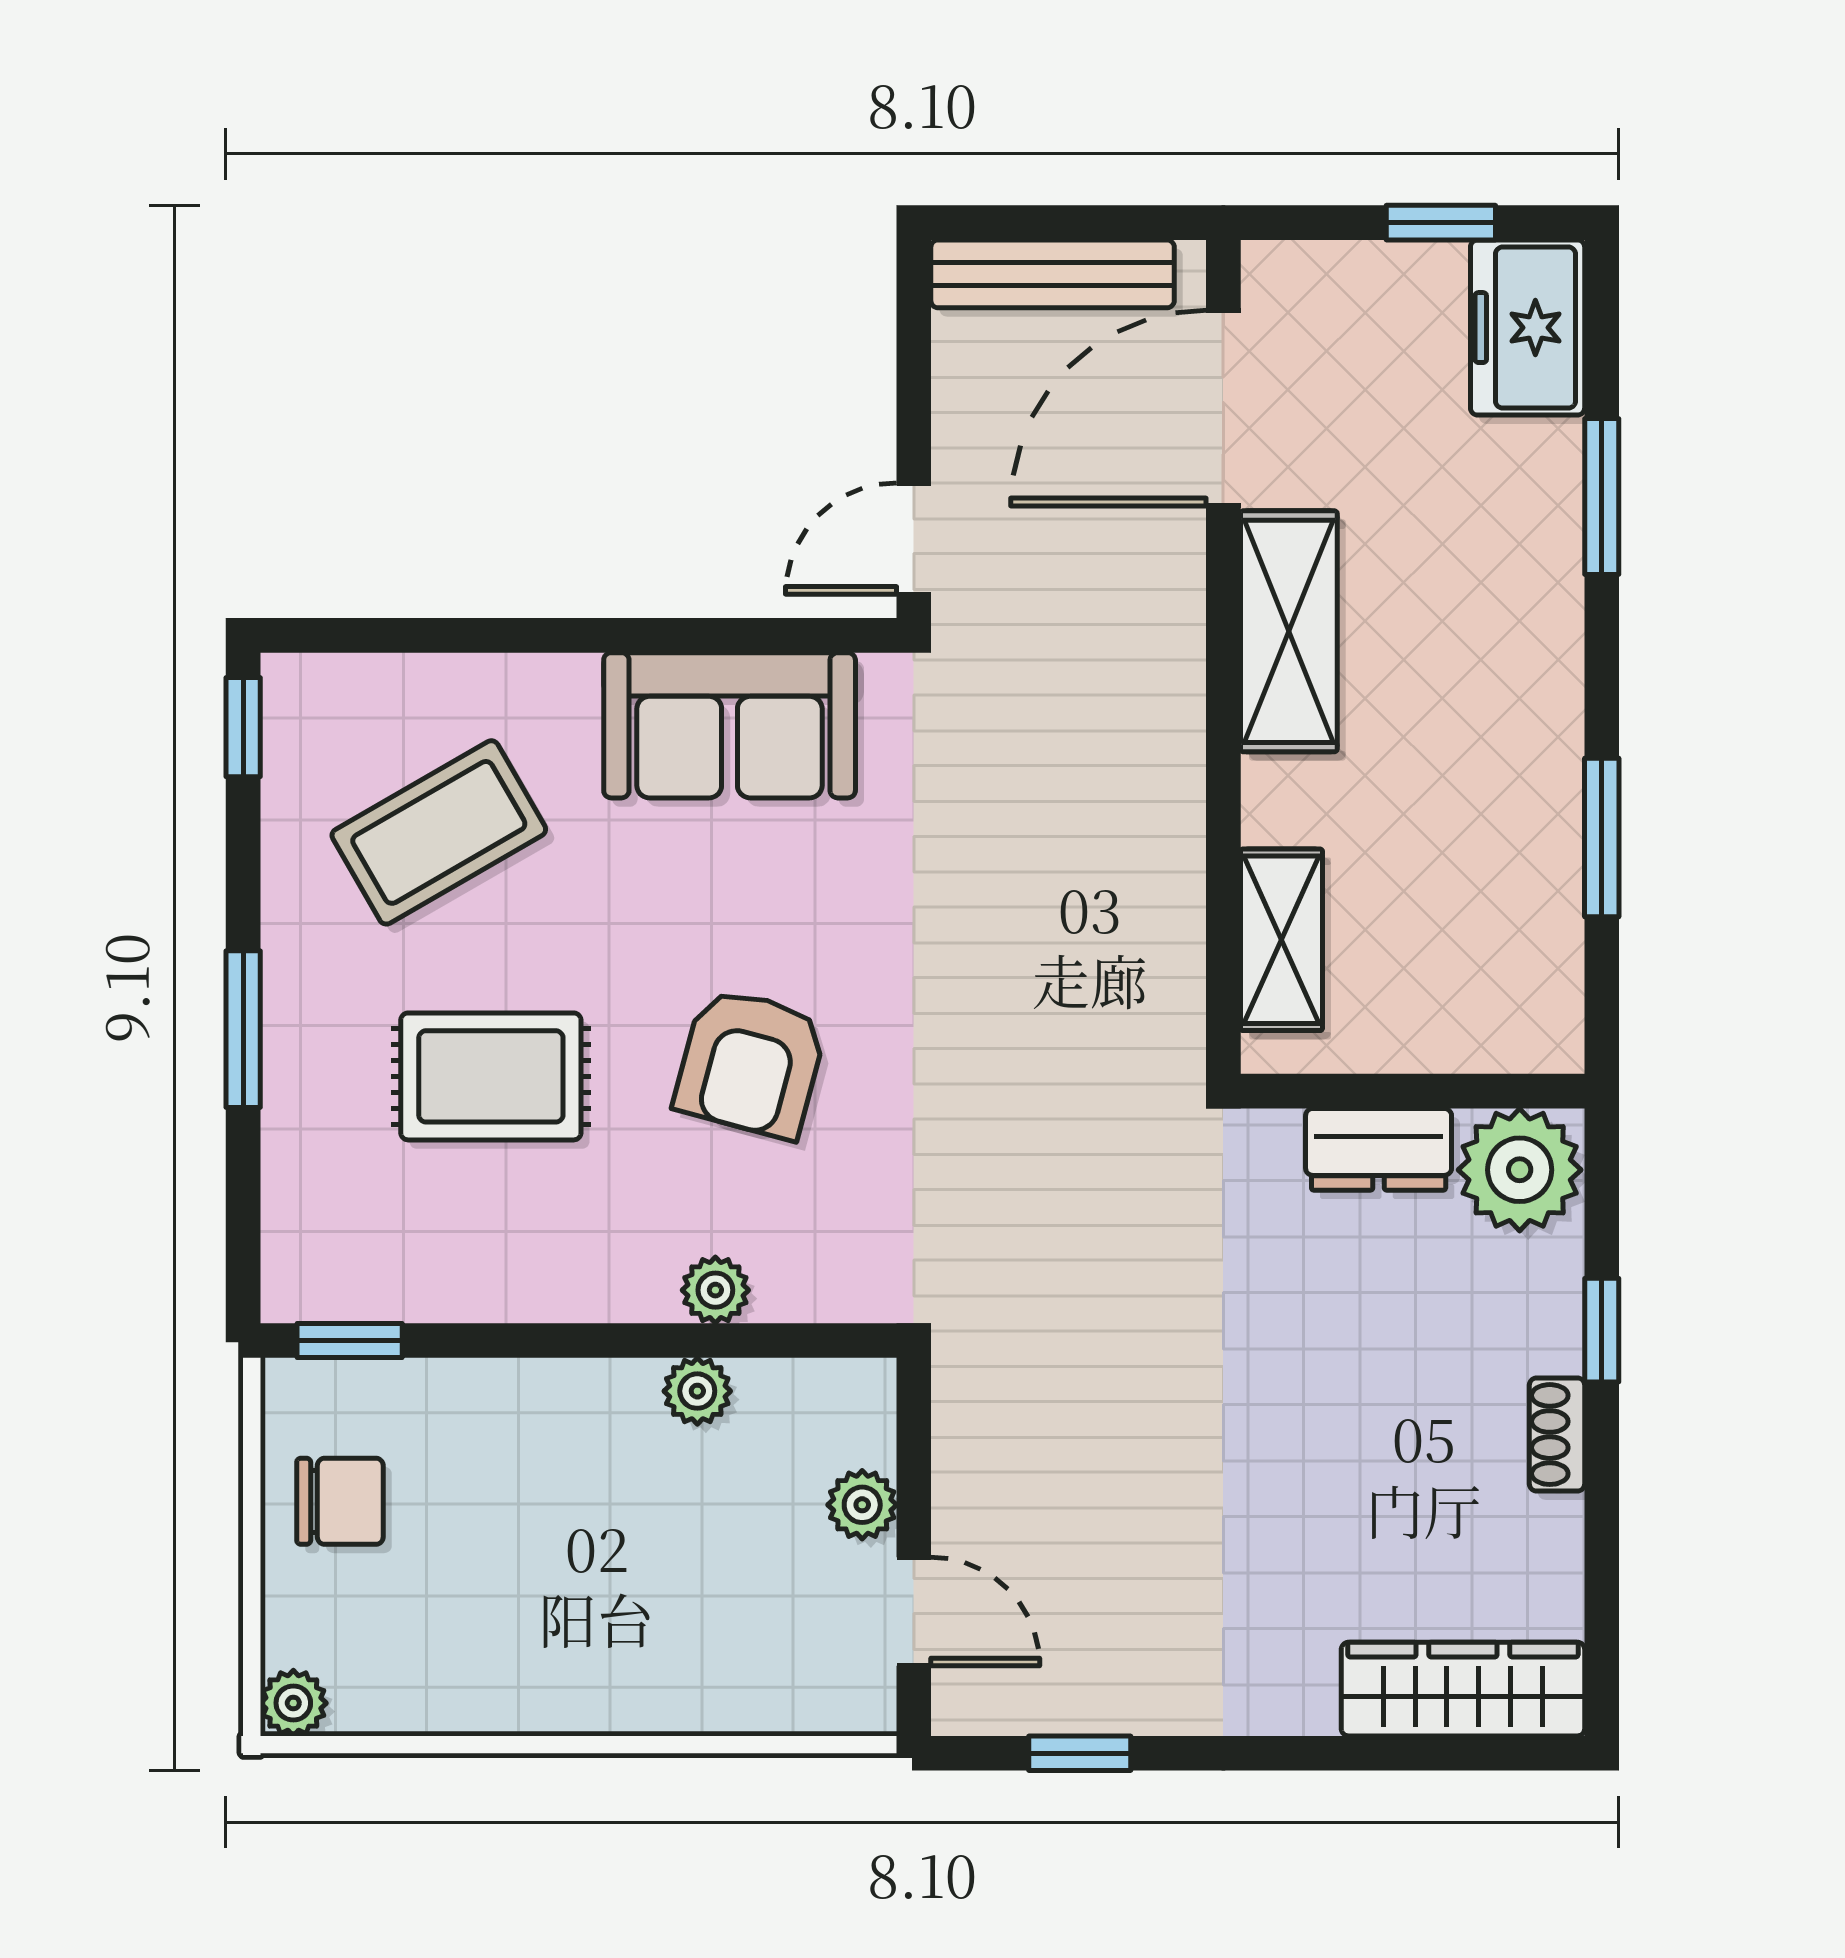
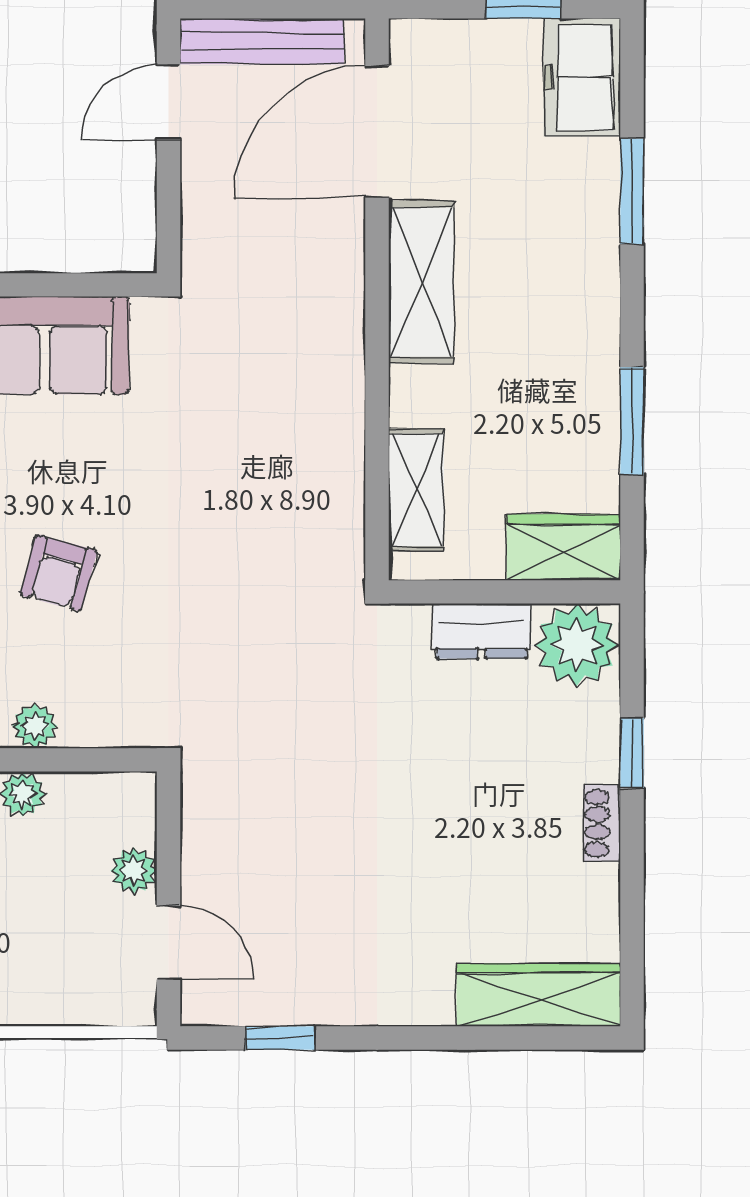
door: (914, 539) -> (169, 102), moved
wardrobe: (1500, 1025) -> (563, 547), added
armchair: (751, 1063) -> (59, 573), width x0.72, depth x0.72

